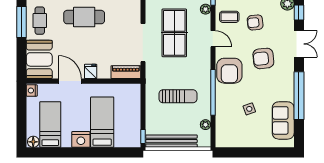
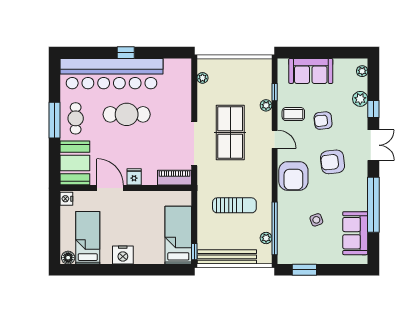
window: (213, 92) -> (275, 228), moved
bed: (102, 122) -> (178, 235), moved
window: (239, 152) -> (304, 270), added

